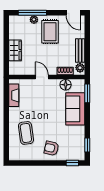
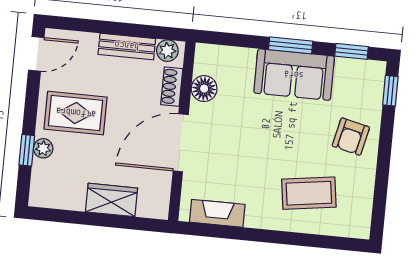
window: (32, 13) -> (27, 150), width x0.46
door: (42, 77) -> (181, 143), width x1.87
window: (87, 93) -> (291, 45), moved
sofa: (75, 109) -> (294, 75), moved

